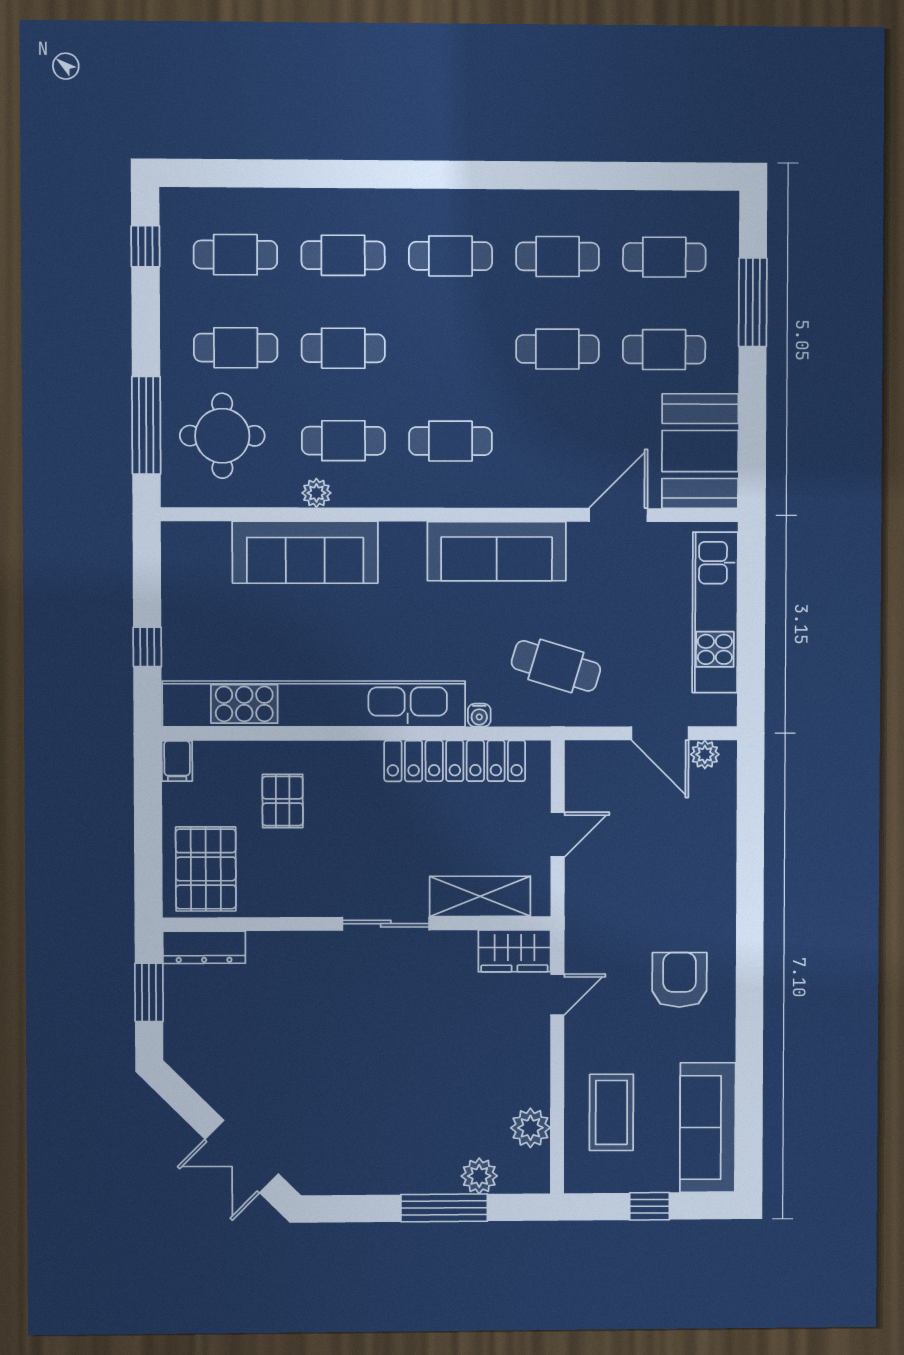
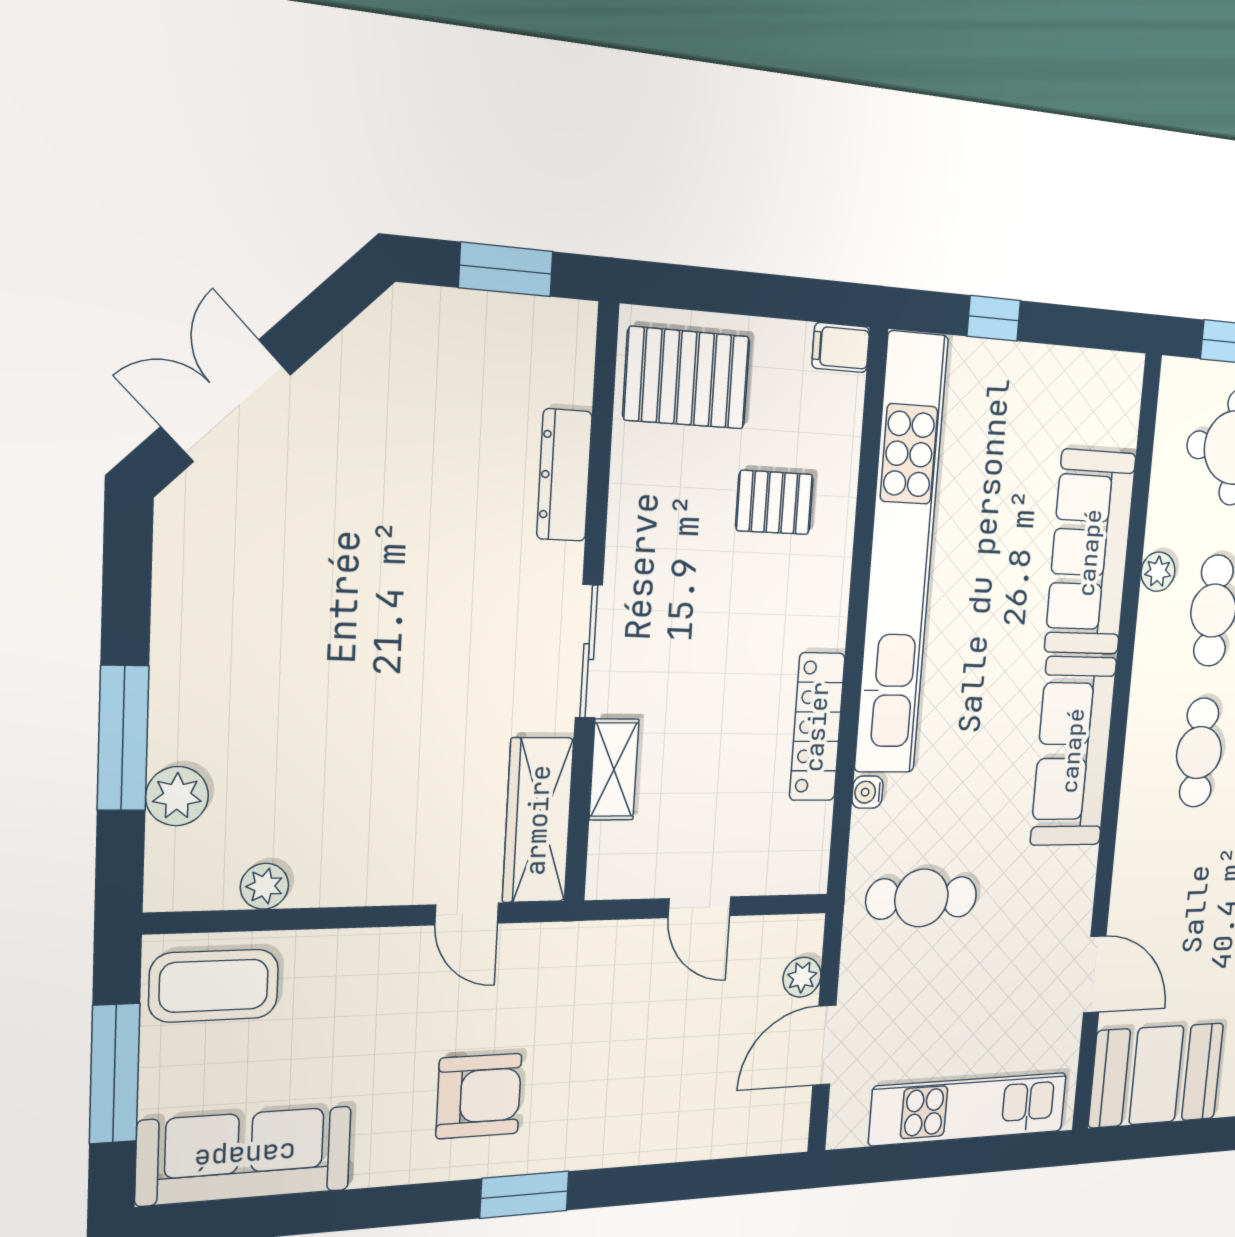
sofa: (497, 551) -> (1073, 751), moved
cafe table: (556, 666) -> (921, 898), turned 73
plant: (705, 754) -> (802, 977), moved
locker: (455, 761) -> (817, 727), width x0.71, depth x0.83
shelving: (480, 896) -> (614, 770), width x0.67, depth x0.75
window: (750, 945) -> (525, 1195), added
dresser: (204, 947) -> (564, 475), moved
wardrobe: (514, 951) -> (538, 820), width x1.50
coffee table: (611, 1112) -> (214, 986), moved
plant: (530, 1128) -> (264, 886), width x0.73, depth x0.73
window: (650, 1206) -> (115, 1074), width x2.17

